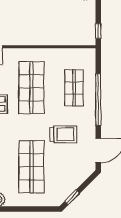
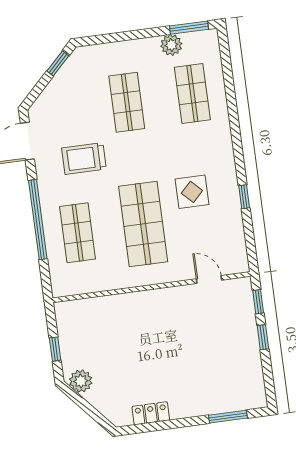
window: (98, 31) -> (55, 349), moved
shop shelf: (31, 167) -> (127, 102), width x0.70, depth x0.74

